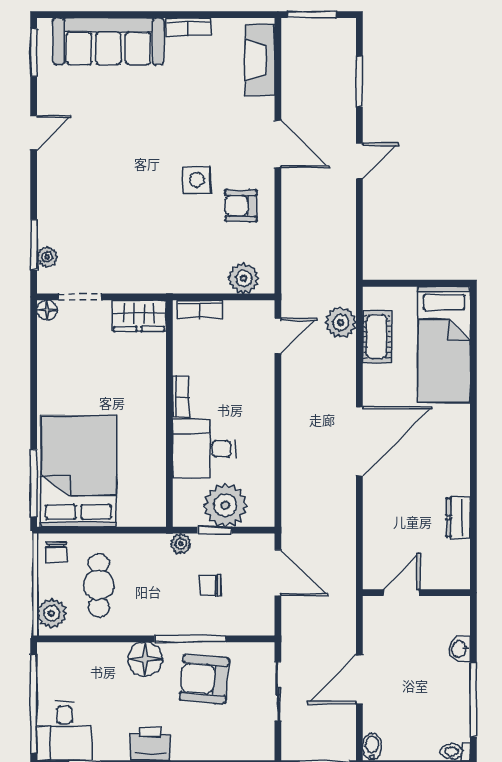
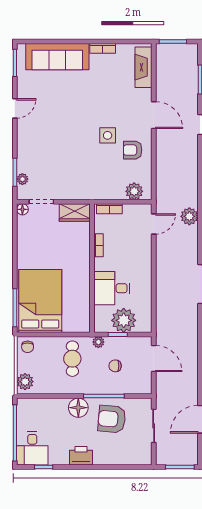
bookcase: (181, 397) -> (98, 245), moved
cafe table: (99, 585) -> (72, 359), moved

